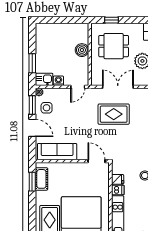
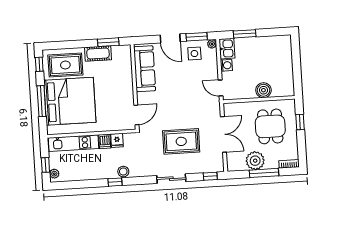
rug: (114, 114) -> (181, 141), moved, turned 90
door: (32, 128) -> (170, 38), hinge flipped
cot: (41, 179) -> (98, 53), moved

